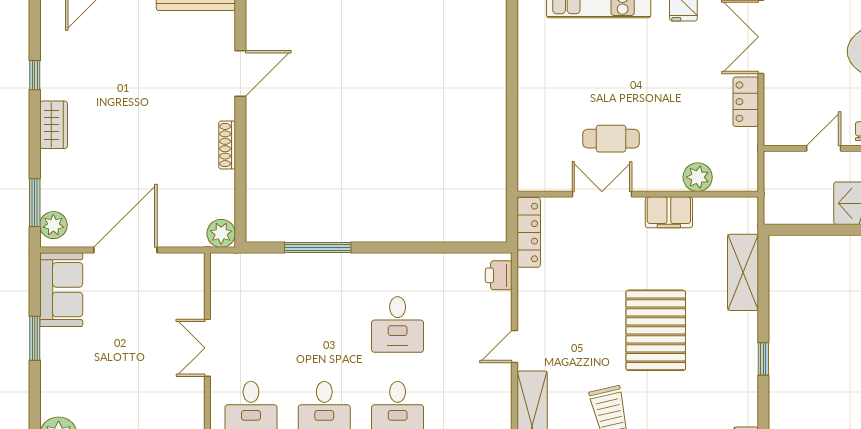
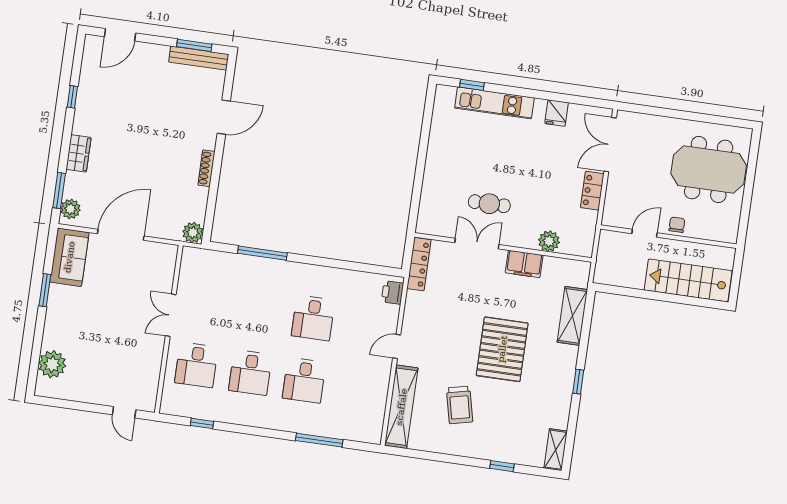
wardrobe: (54, 125) -> (78, 153), moved

